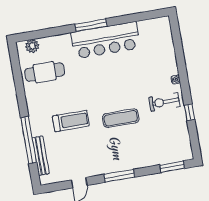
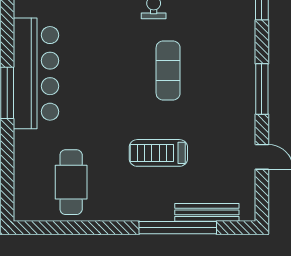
plant: (32, 46) -> (25, 195), removed
treadmill: (71, 121) -> (158, 153), turned -90

